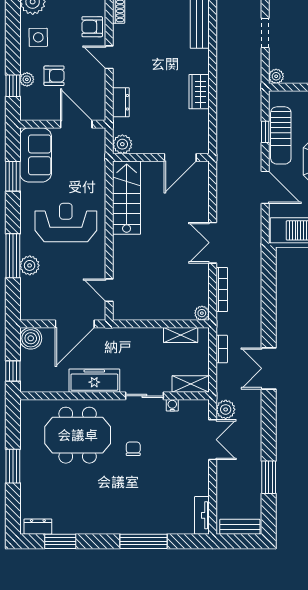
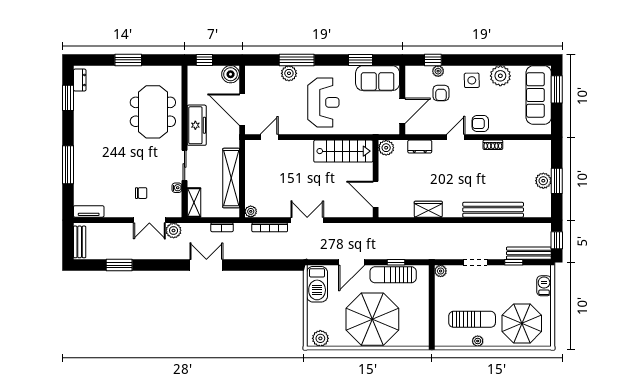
armchair: (92, 27) -> (480, 124), turned -90
shelving: (181, 335) -> (231, 178), width x2.20, depth x1.33
chair: (133, 449) -> (141, 193), moved

